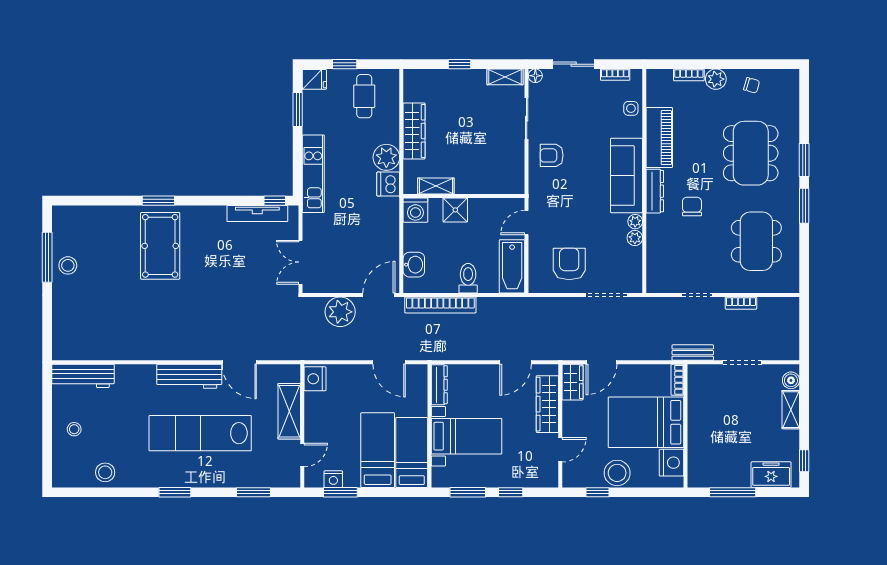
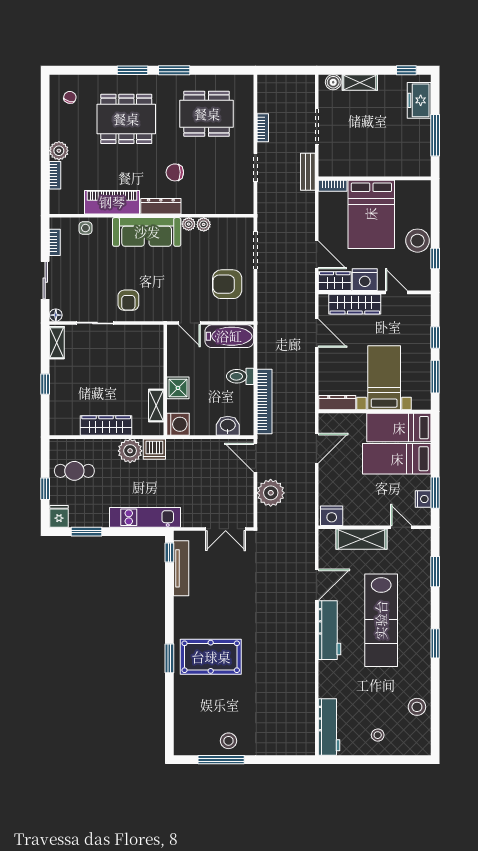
chair: (752, 85) -> (70, 97), moved
nightstand: (671, 463) -> (365, 280), moved, turned 180

